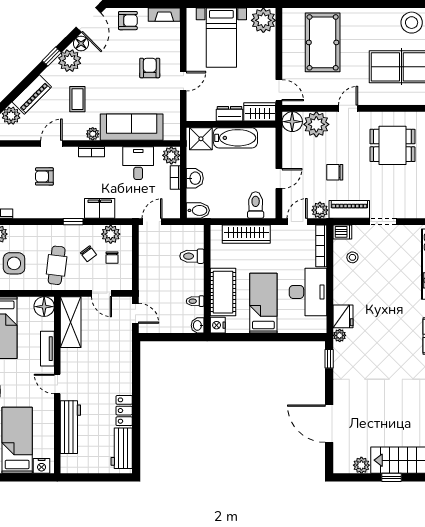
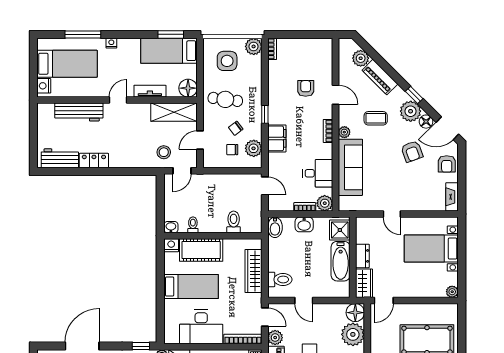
plant: (263, 20) -> (452, 292), width x0.53, depth x0.53
armchair: (150, 68) -> (412, 152), moved, turned 70
stool: (115, 333) -> (164, 152), added

